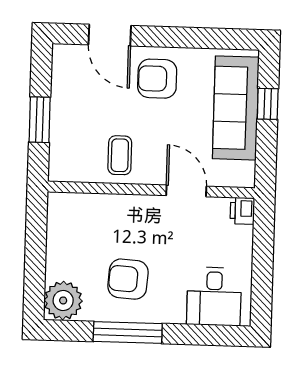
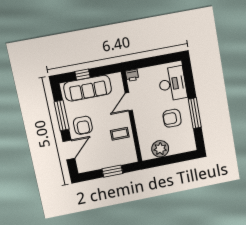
window: (189, 38) -> (62, 115), added
armchair: (128, 279) -> (172, 118), turned 86
desk: (214, 296) -> (172, 84), width x1.37
plant: (63, 300) -> (160, 149), moved

